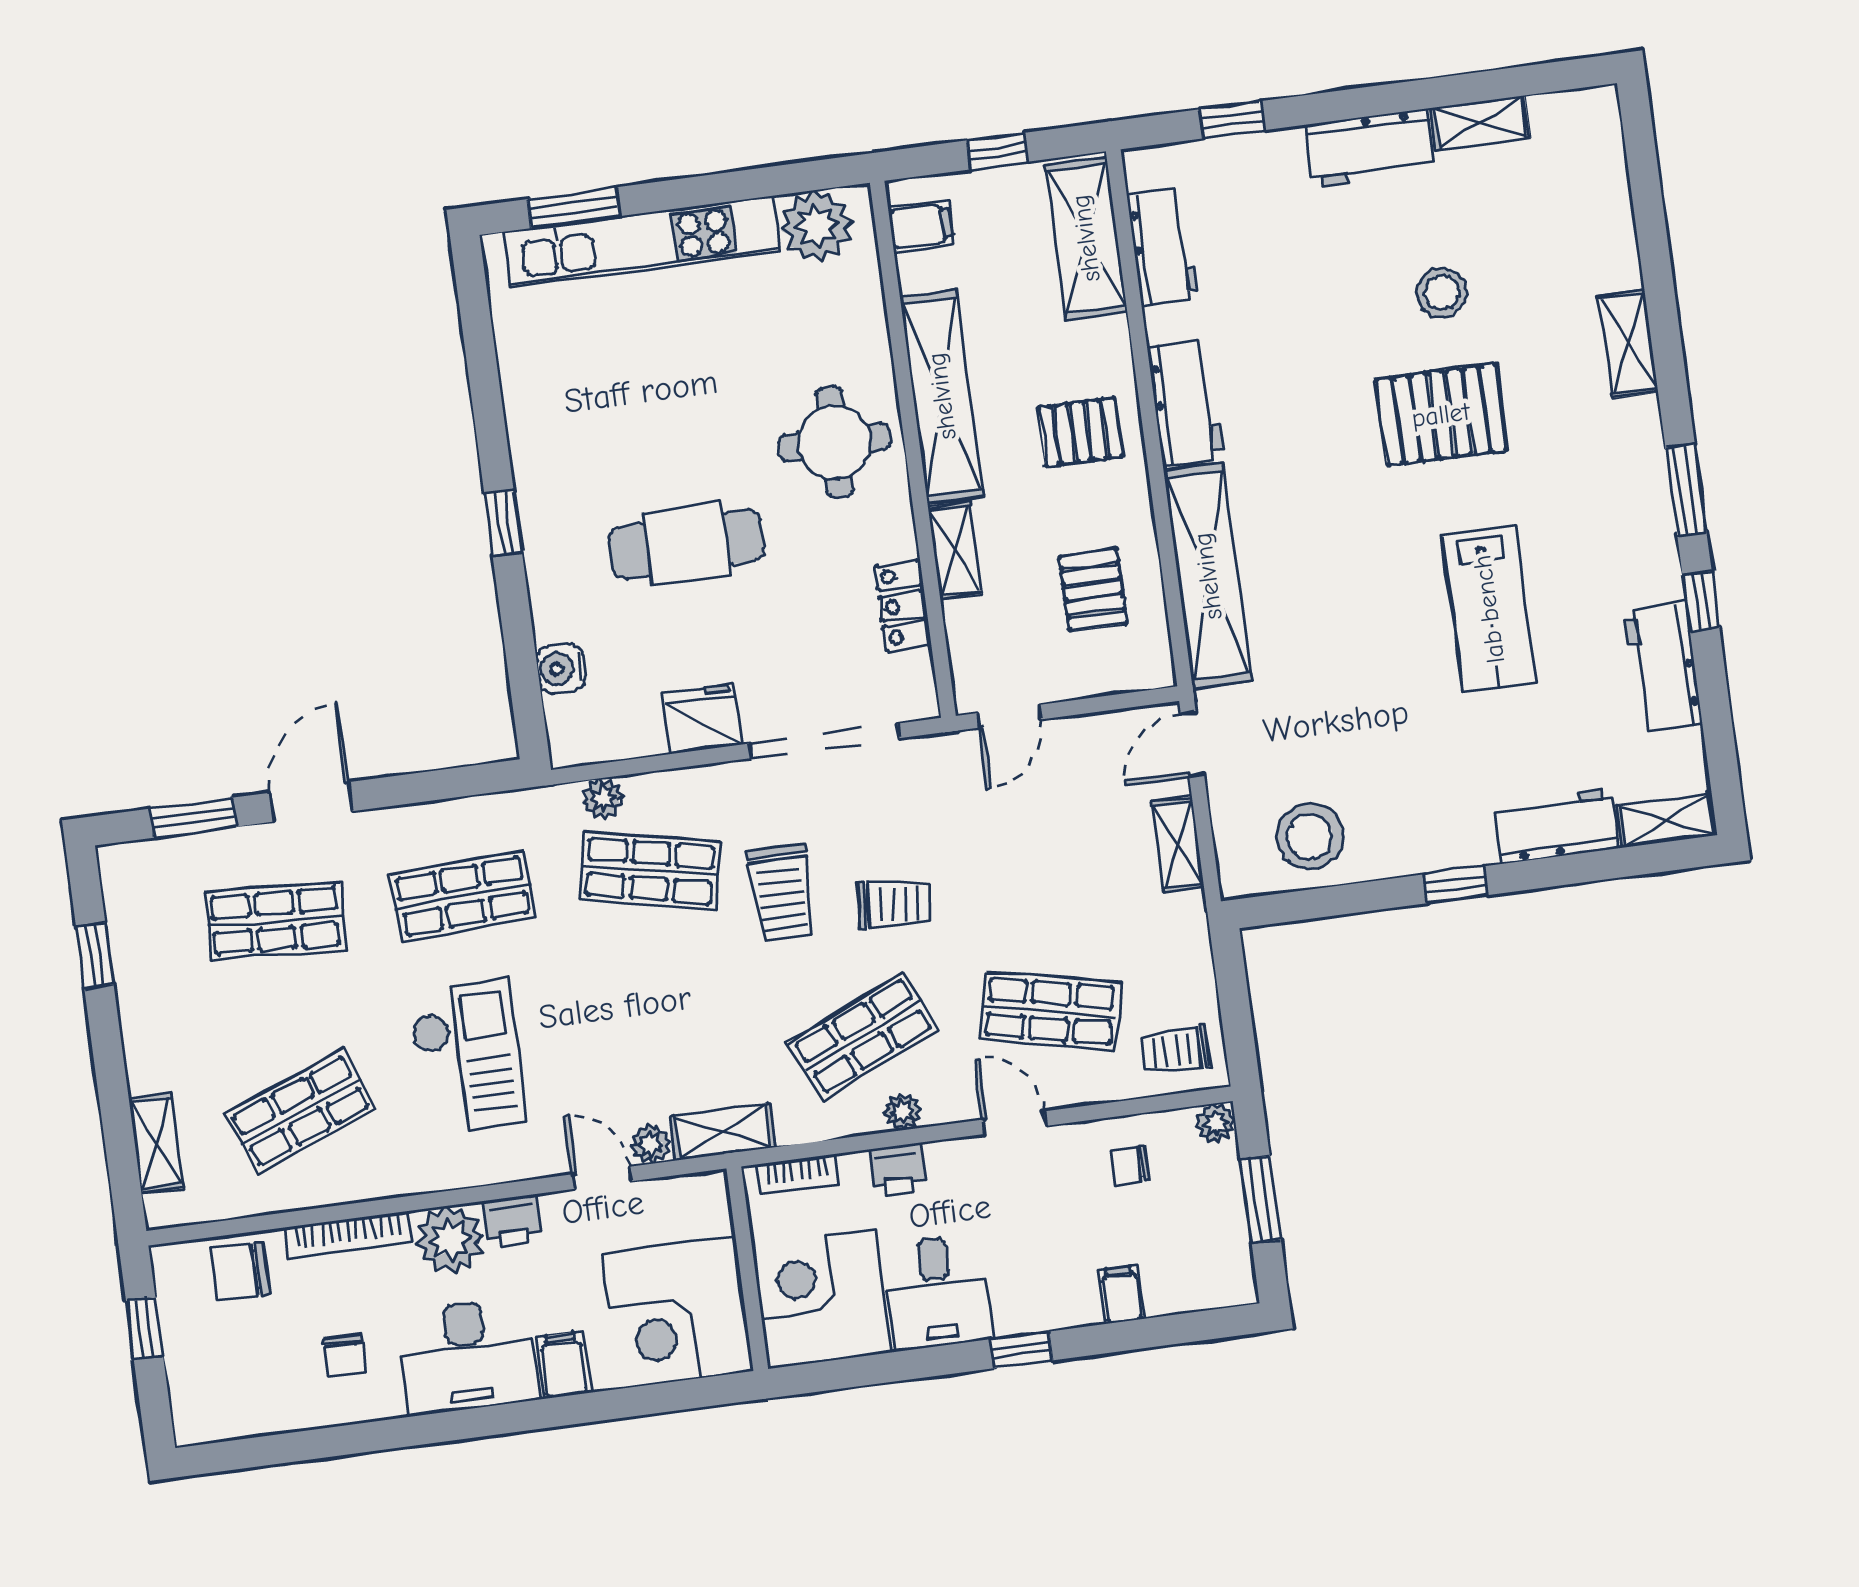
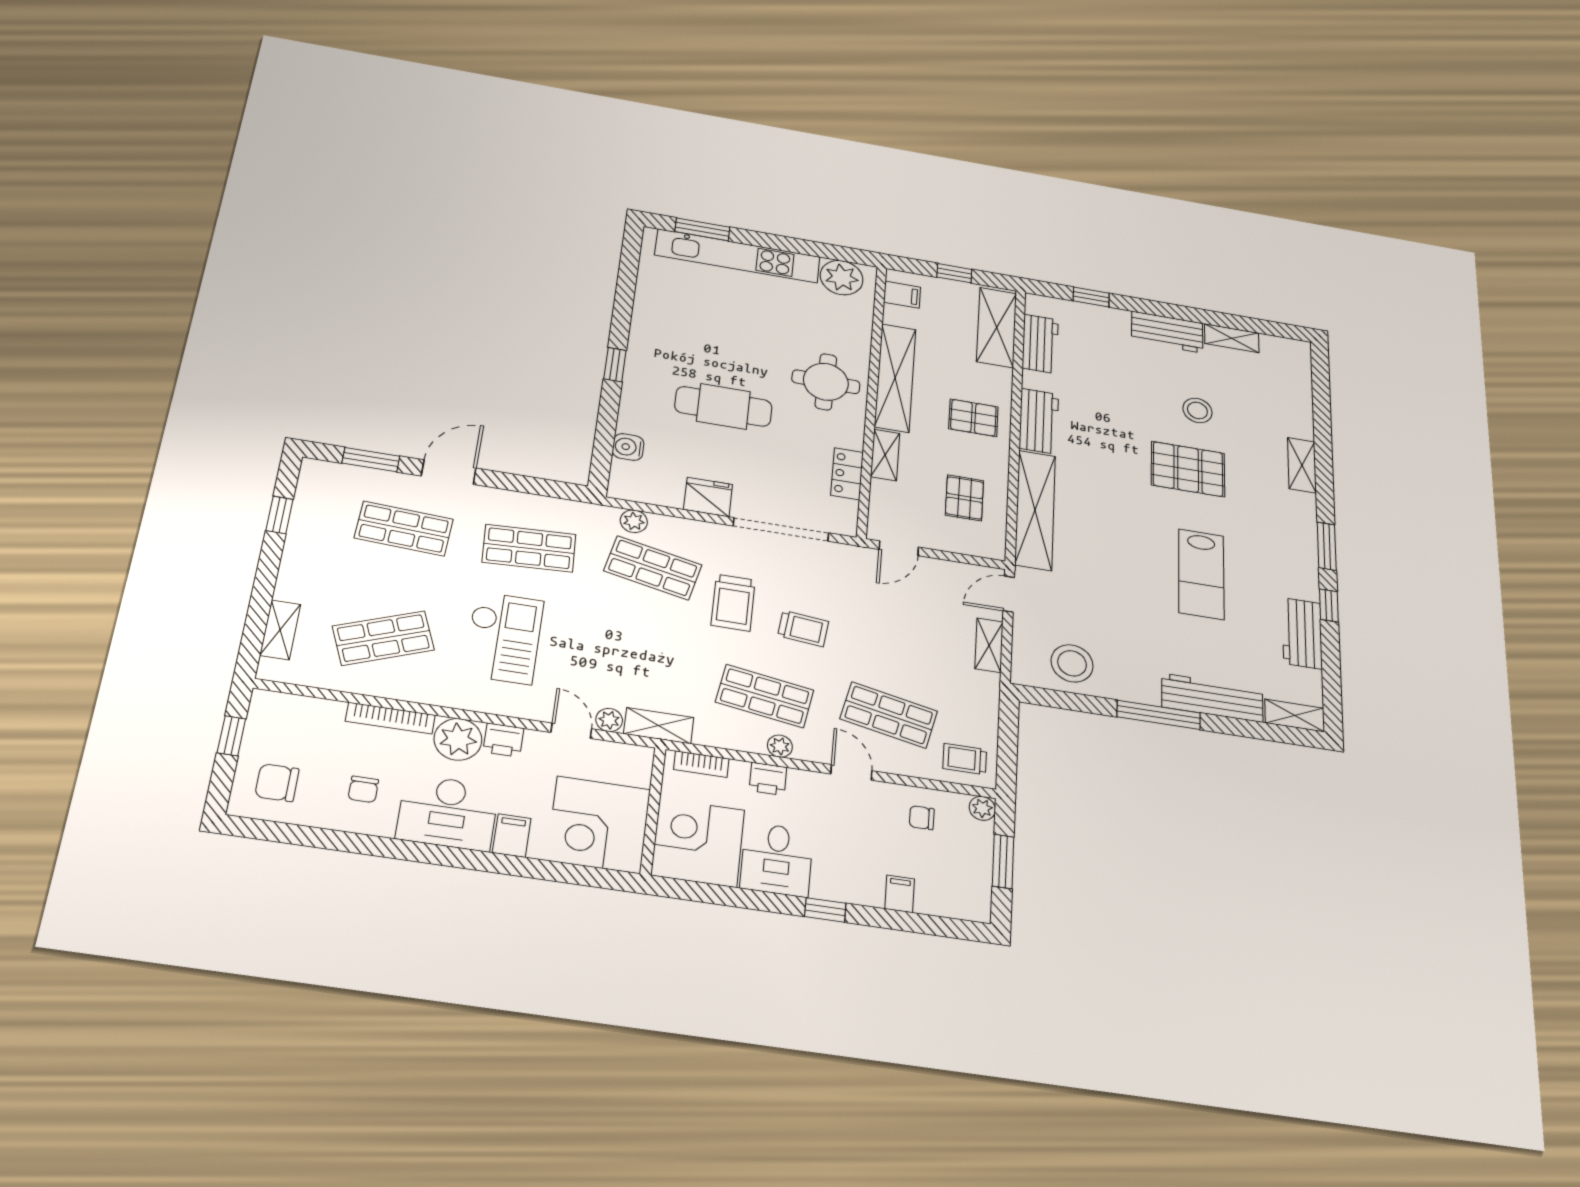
workbench: (1557, 826) -> (1212, 698), width x1.38
window: (1456, 885) -> (1159, 715), width x2.17
shop shelf: (863, 1036) -> (765, 696), turned 33
chair: (240, 1271) -> (277, 783), moved

